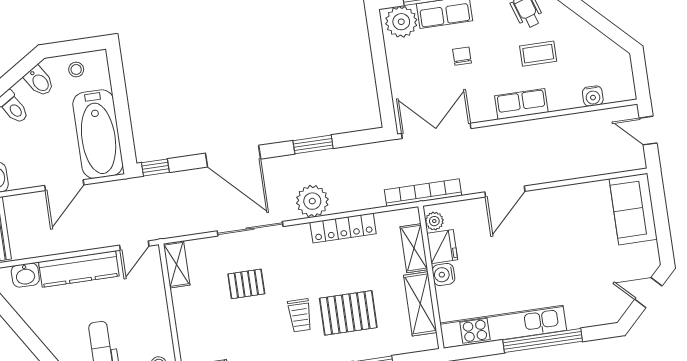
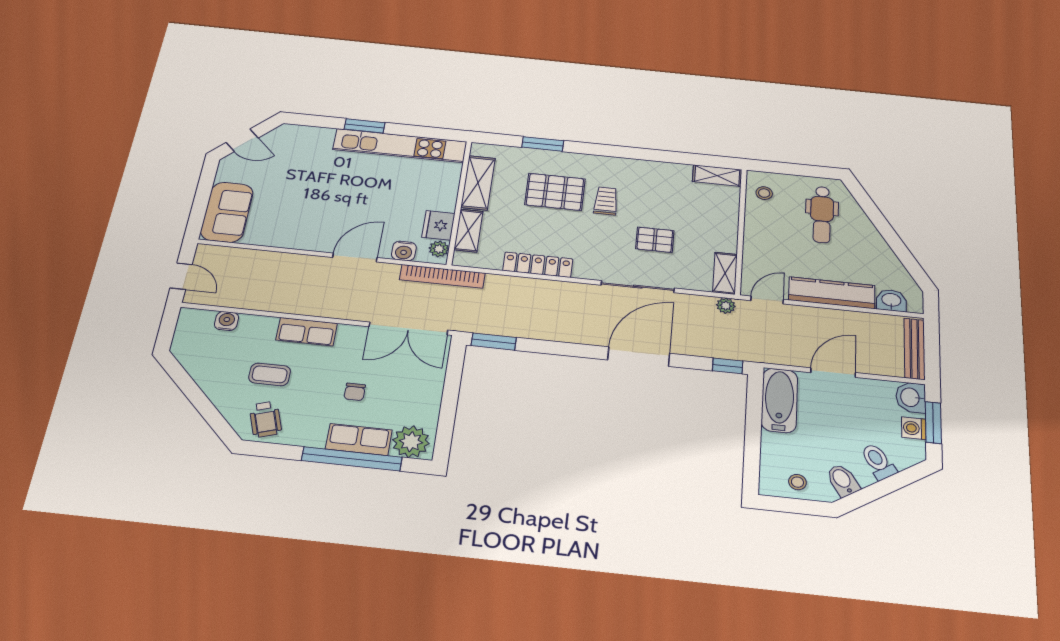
bathtub: (98, 134) -> (779, 400), width x0.73, depth x0.73
window: (313, 144) -> (494, 342), moved
door: (233, 156) -> (639, 357), hinge flipped
plant: (312, 201) -> (726, 306), moved, width x0.53, depth x0.53
water cooler: (443, 274) -> (404, 251), moved, turned 90
window: (543, 341) -> (364, 126), width x0.47

